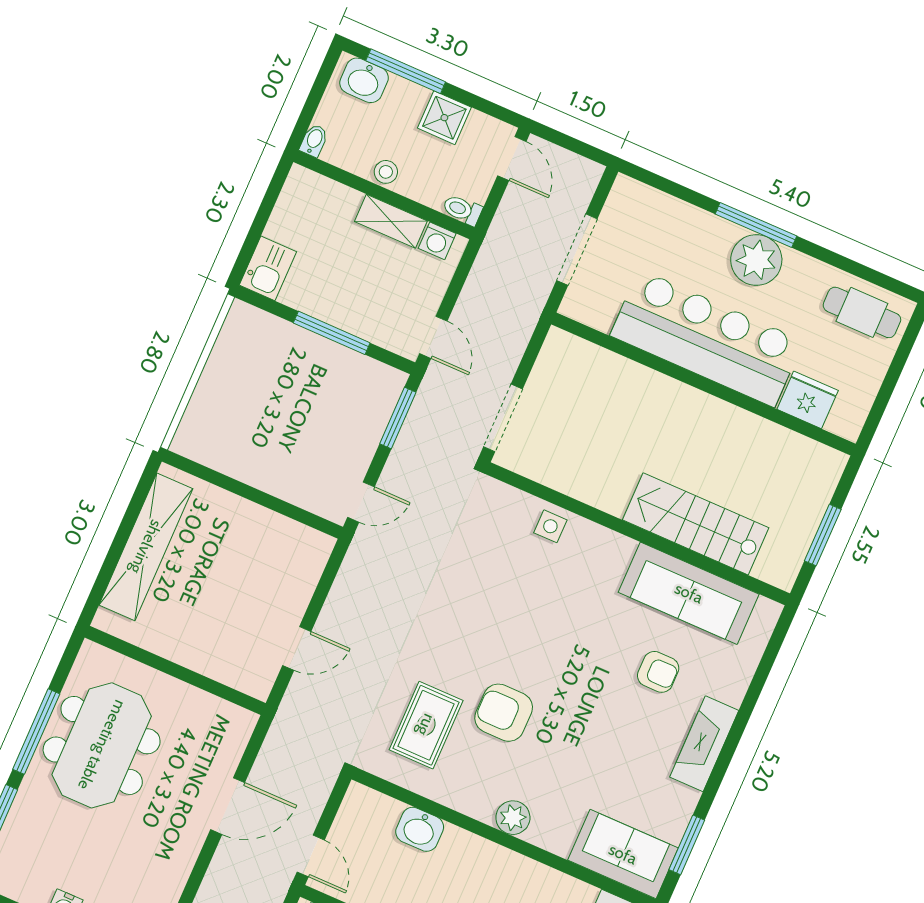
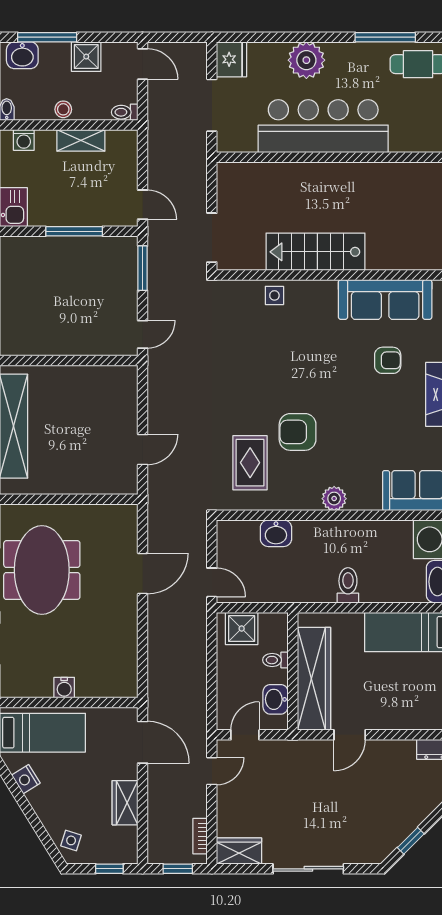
window: (756, 225) -> (385, 37), moved
washing machine: (437, 241) -> (24, 140), moved
plant: (756, 260) -> (306, 60), moved
fridge: (808, 400) -> (232, 59), moved, turned 90
stairs: (696, 524) -> (315, 252), moved

